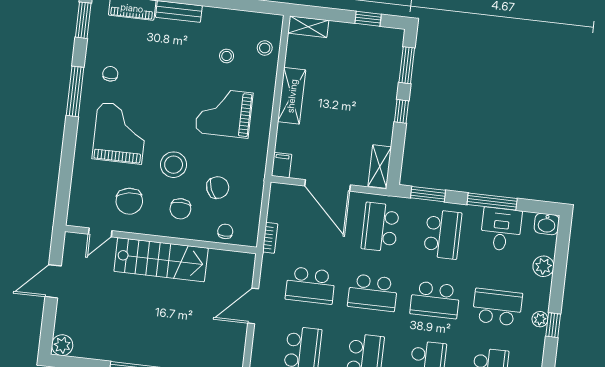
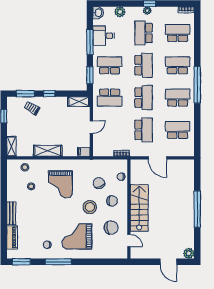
trolley: (378, 75) -> (32, 108), added
door: (327, 185) -> (91, 127), width x0.53
door: (53, 281) -> (168, 262), moved

